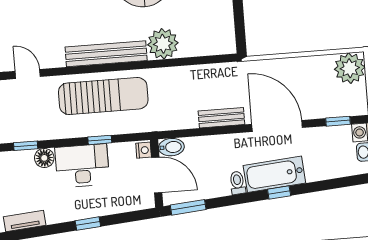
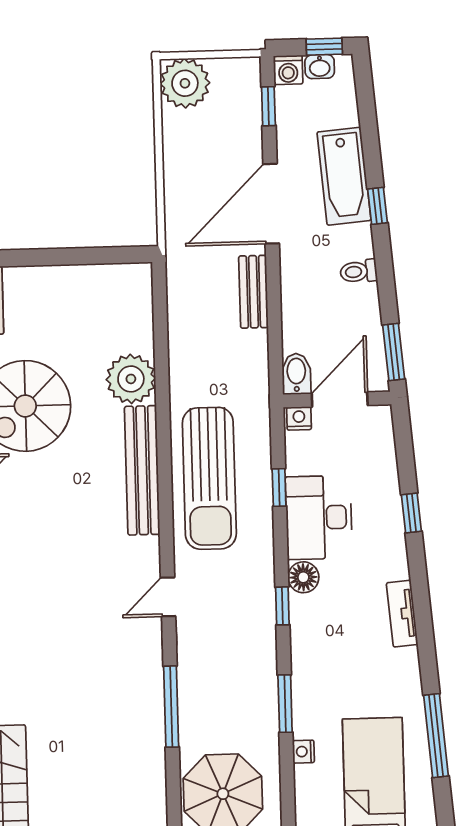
sun lounger: (103, 96) -> (209, 478), turned 180
bathtub: (274, 174) -> (344, 176), moved

